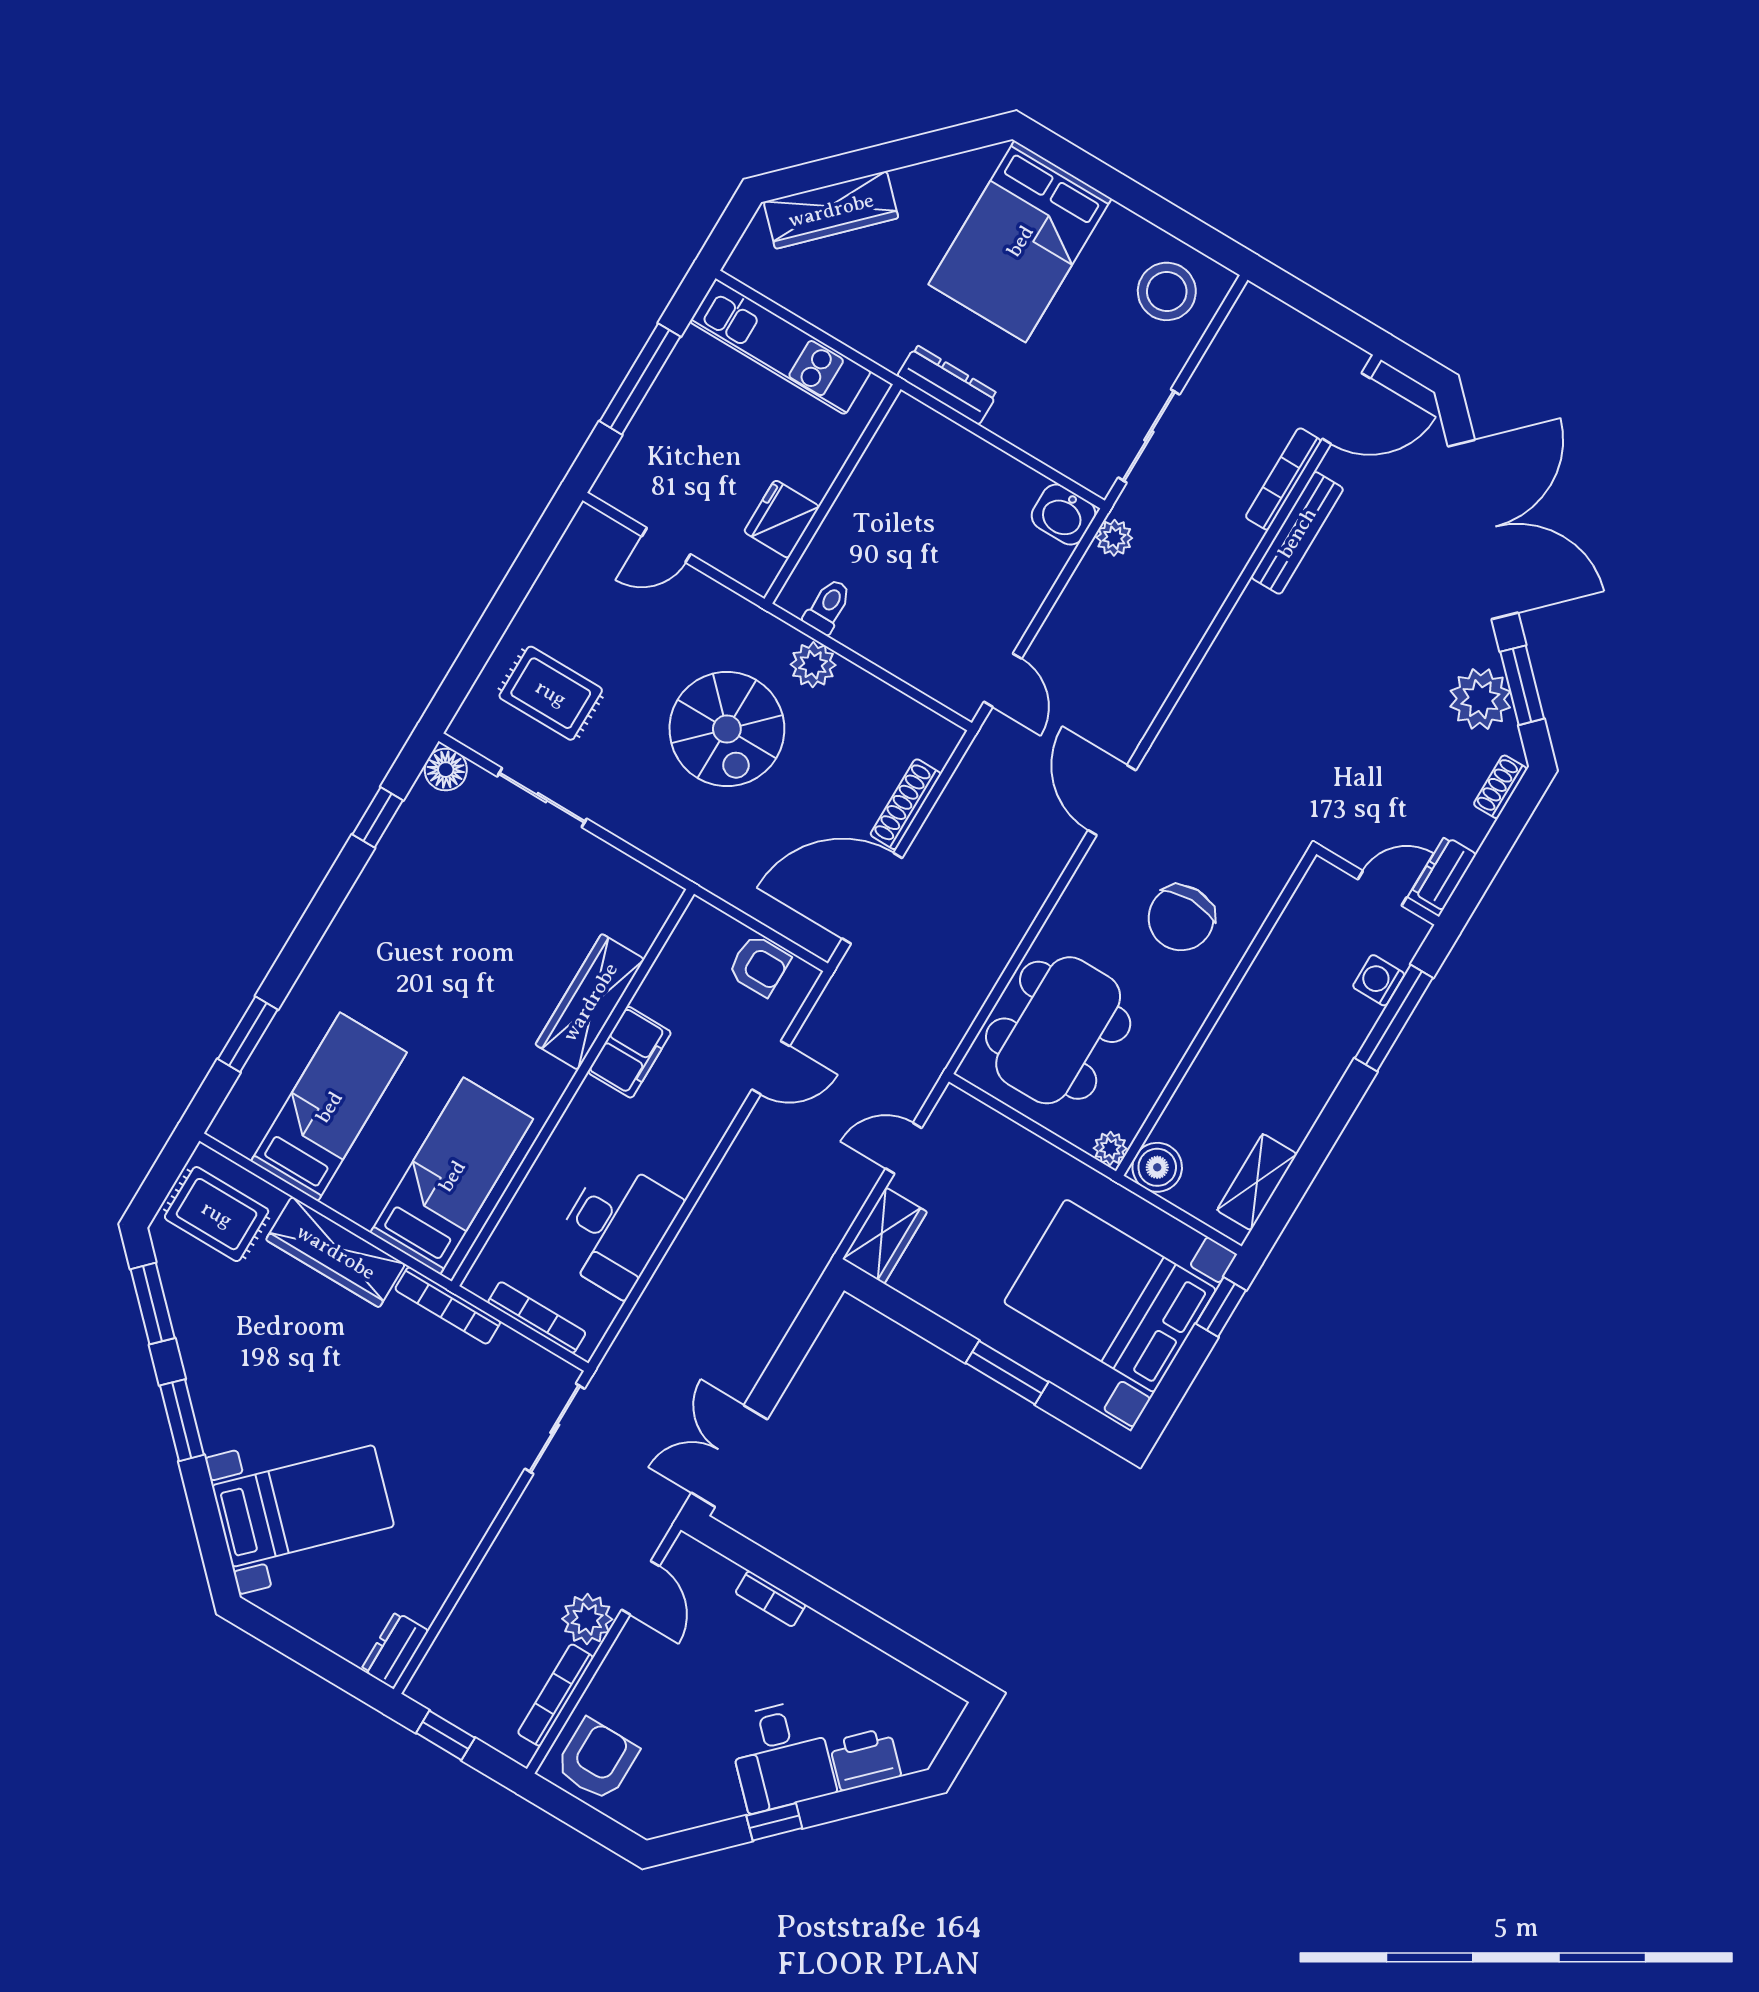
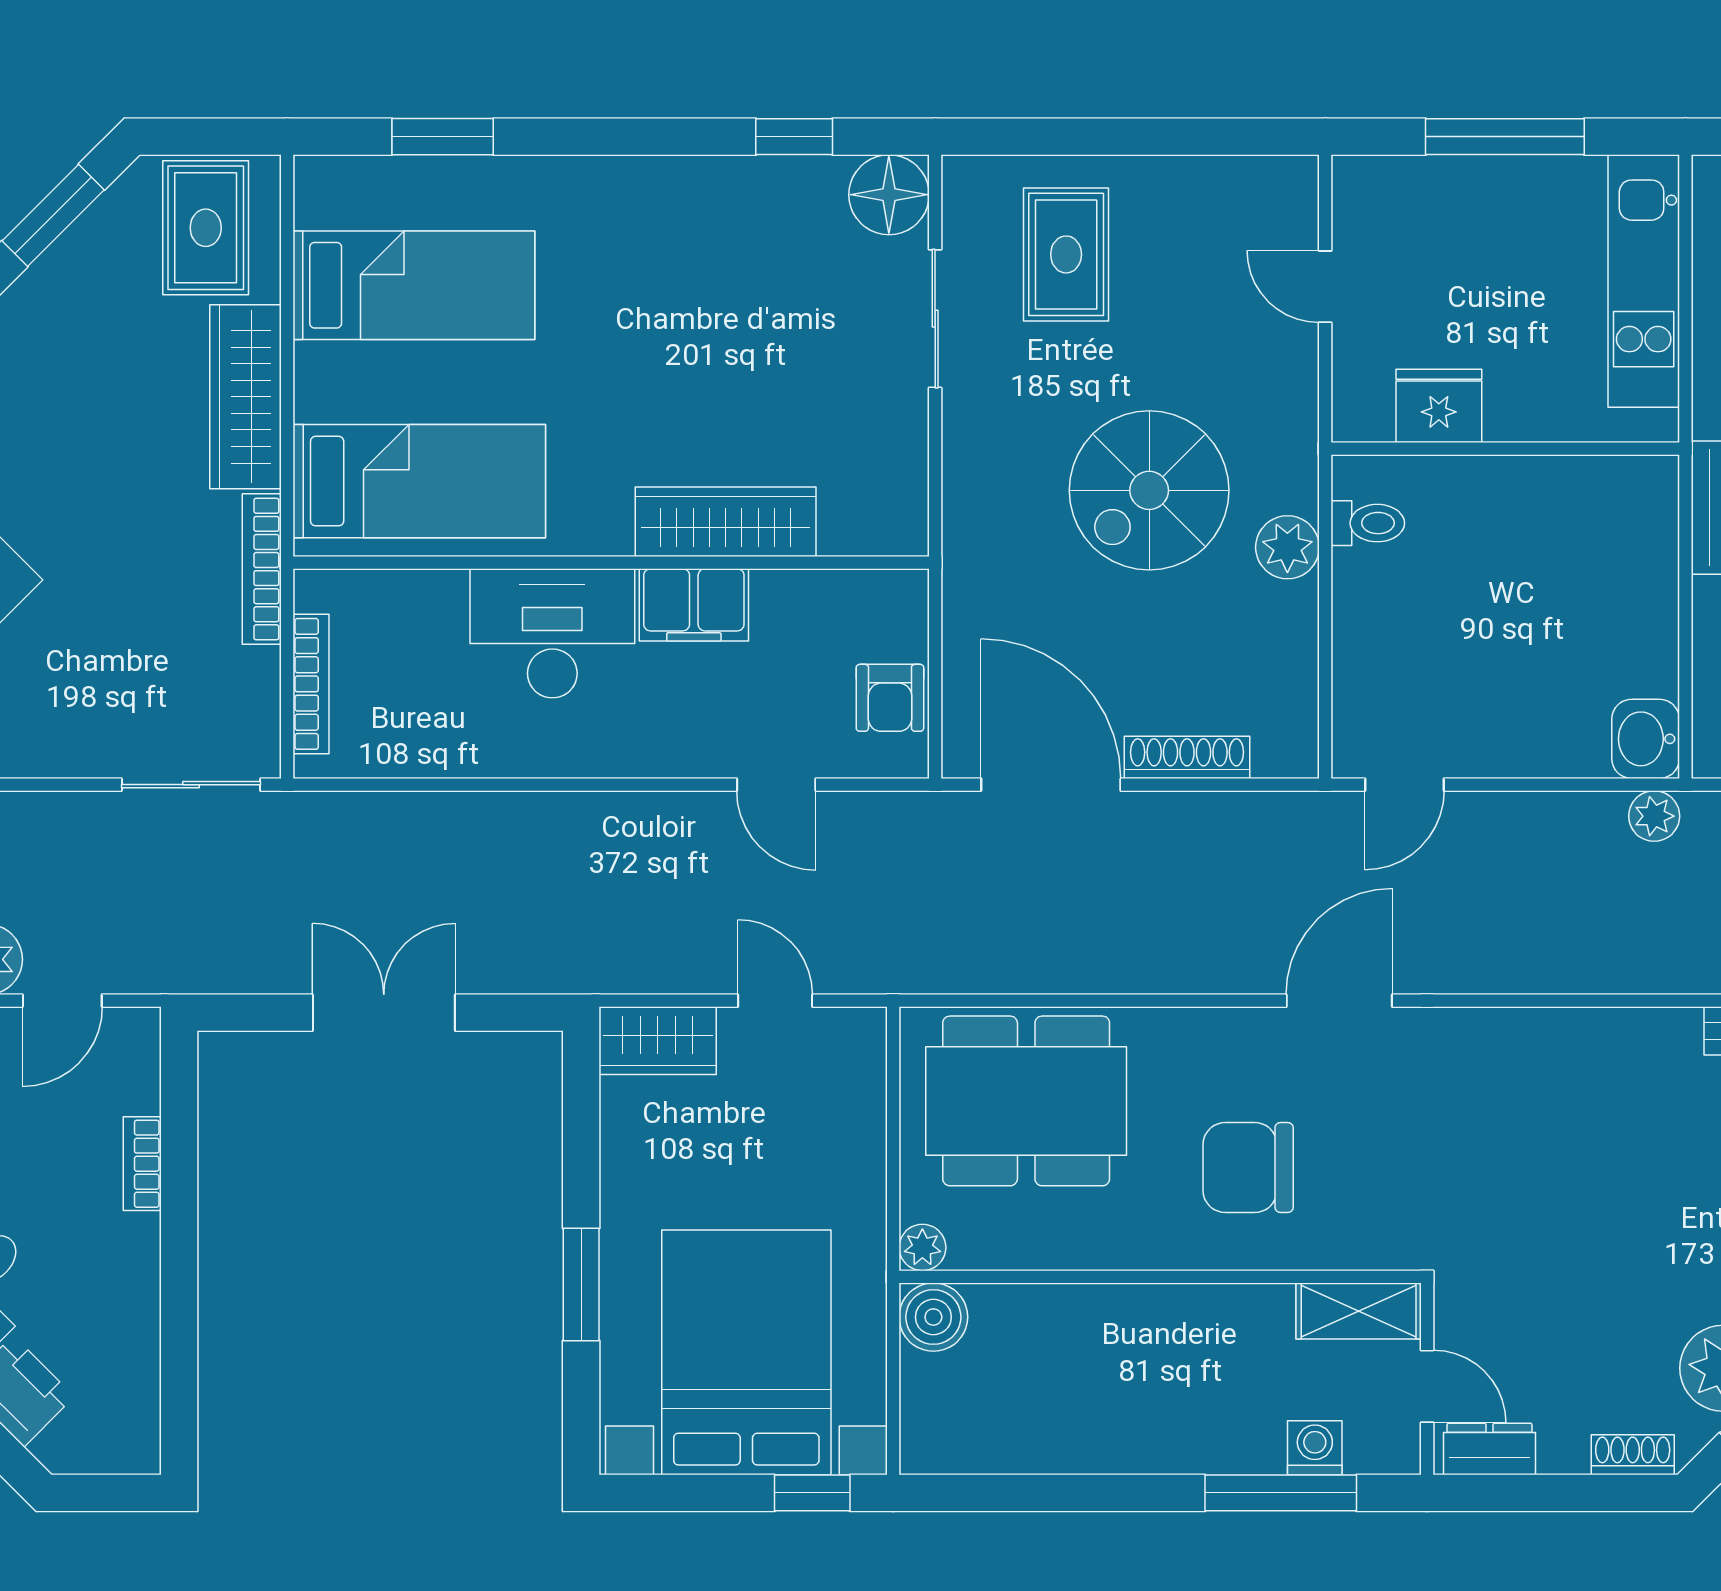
floor lamp: (446, 770) -> (889, 195), width x1.38, depth x1.38
shelving: (1257, 1182) -> (1359, 1311), moved
desk: (616, 1228) -> (552, 633), moved, turned 180
double door: (729, 1456) -> (384, 1013), moved

